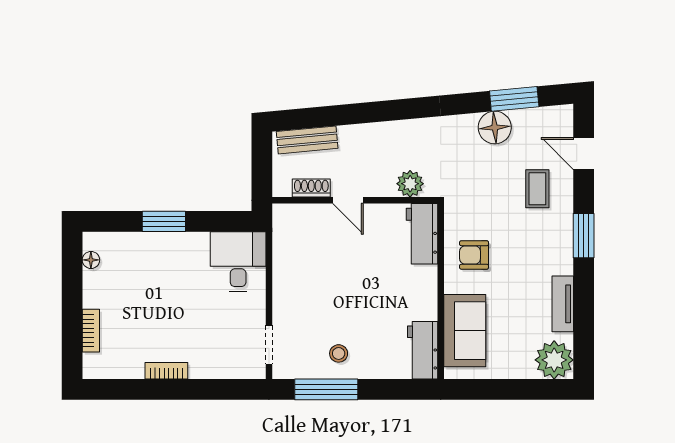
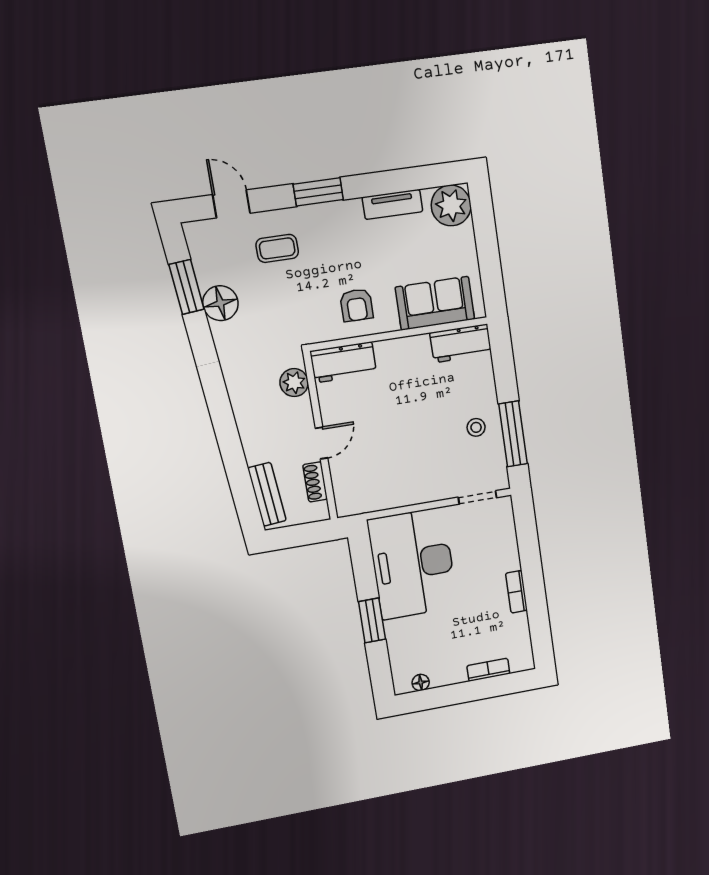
door: (584, 153) -> (231, 204), swing flipped
desk: (238, 262) -> (413, 564), width x1.87, depth x1.30

